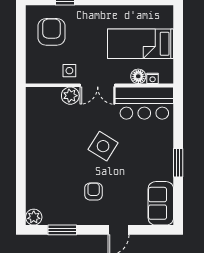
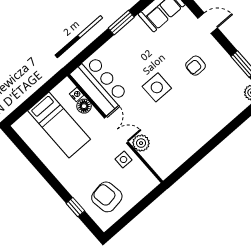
armchair: (52, 32) -> (107, 197), turned 81
side table: (103, 146) -> (157, 87), turned -32

